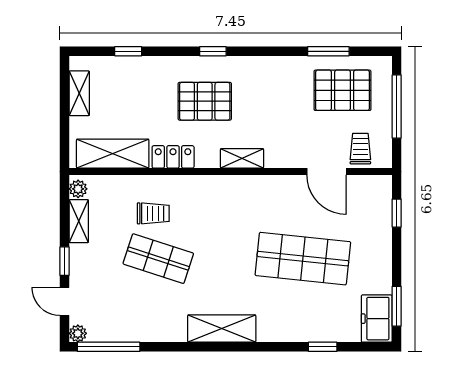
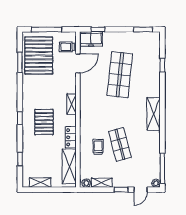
pallet: (342, 90) -> (39, 56), width x1.37, depth x1.41
shop shelf: (158, 259) -> (120, 144), turned -33
freezer: (377, 319) -> (91, 39), moved

